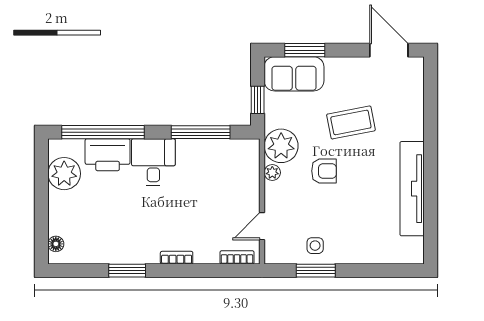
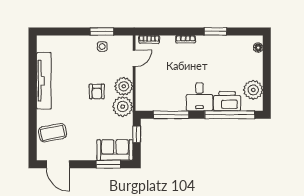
coffee table: (351, 122) -> (53, 133), moved
armchair: (324, 171) -> (97, 91), turned -90
plant: (272, 173) -> (124, 86), width x1.88, depth x1.88

